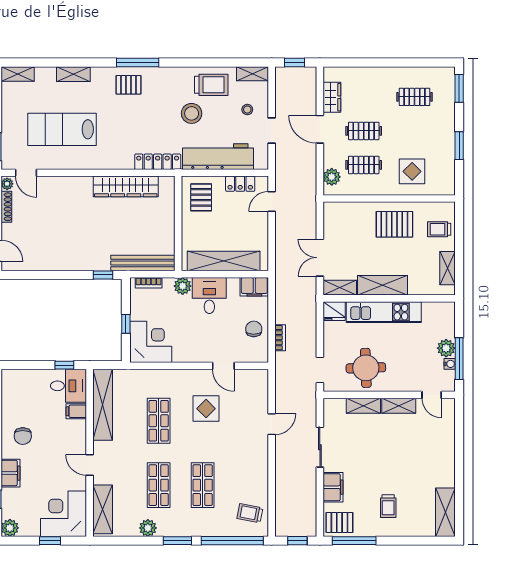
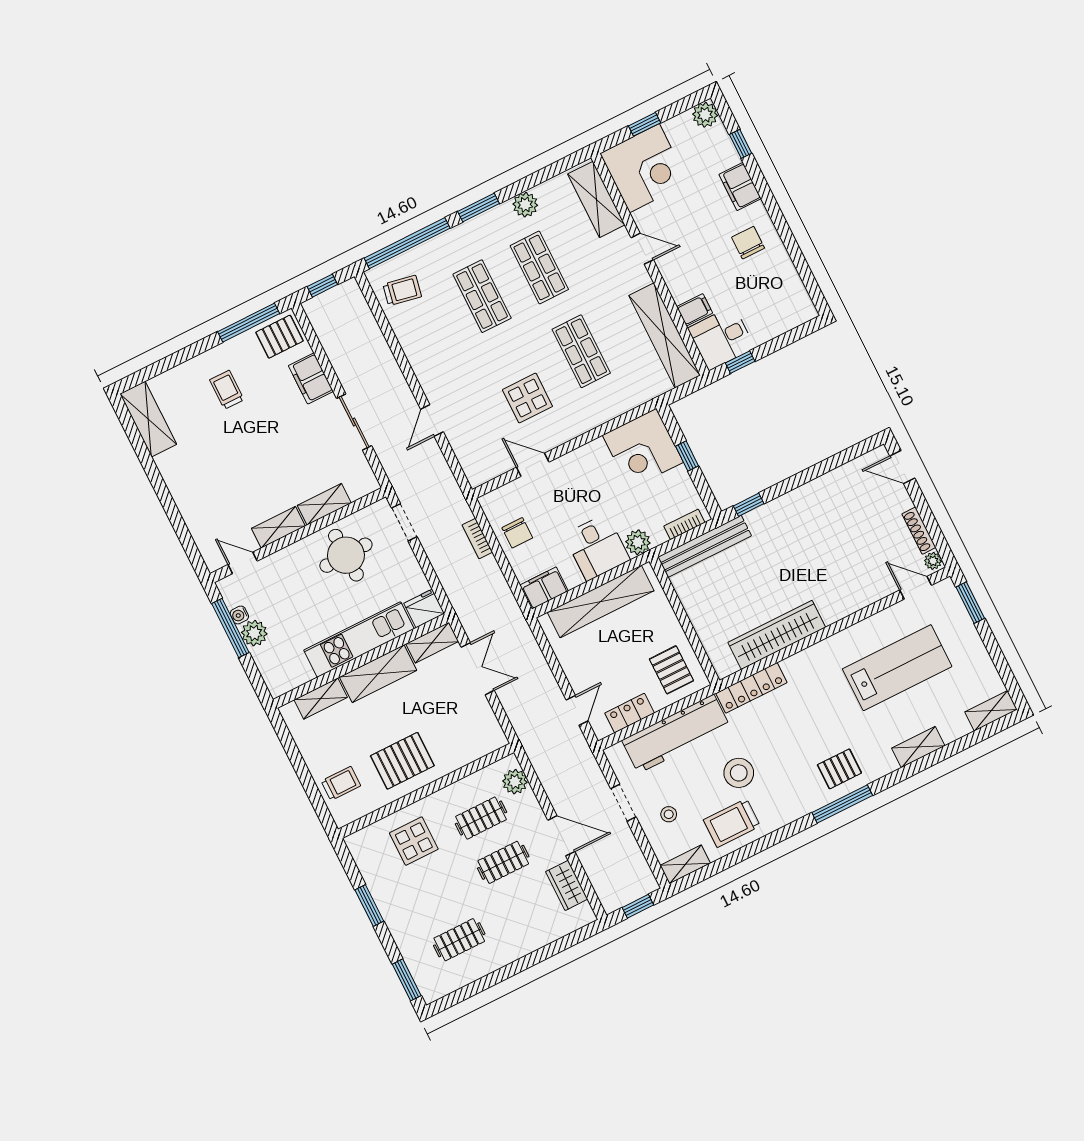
shelving: (448, 268) -> (321, 699), moved, turned 90

